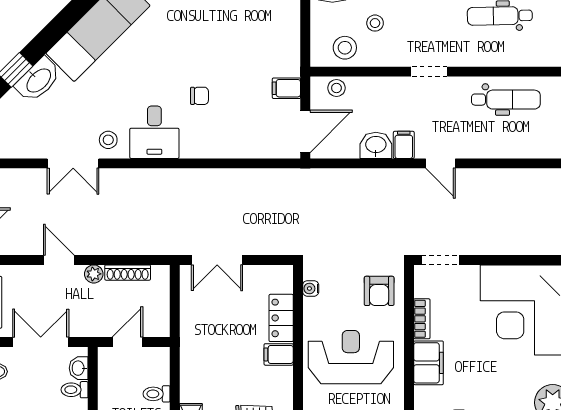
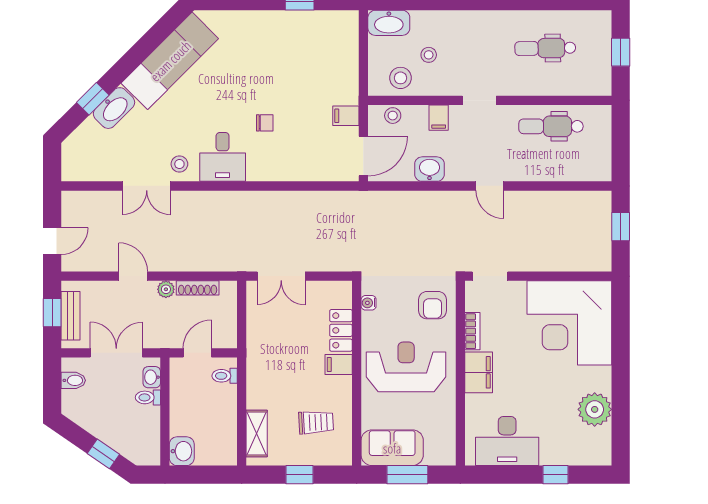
dental chair: (506, 100) -> (551, 126), turned 180
filing cabinet: (404, 145) -> (439, 118), moved, turned 180
toilet: (157, 394) -> (225, 376), moved

